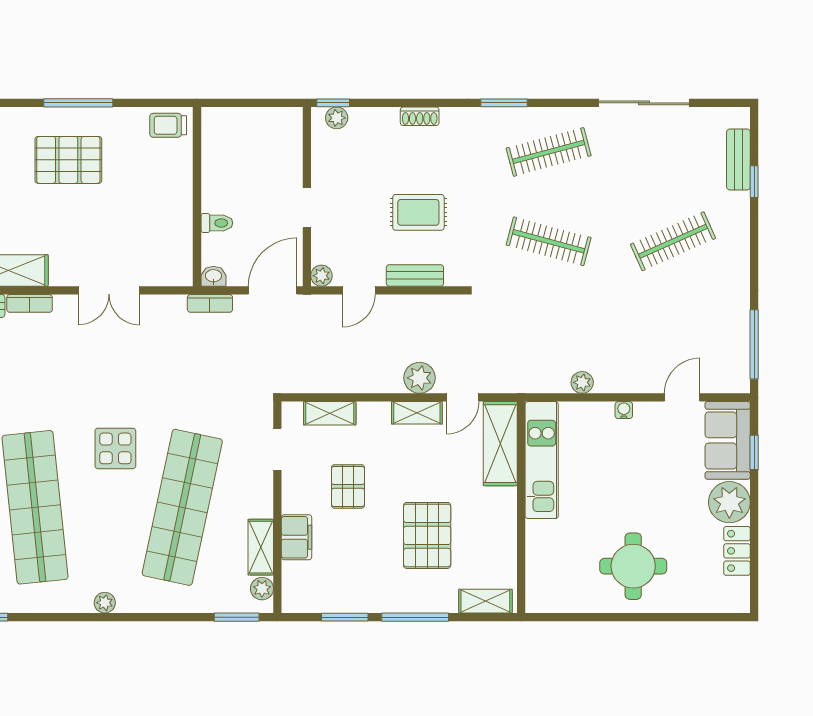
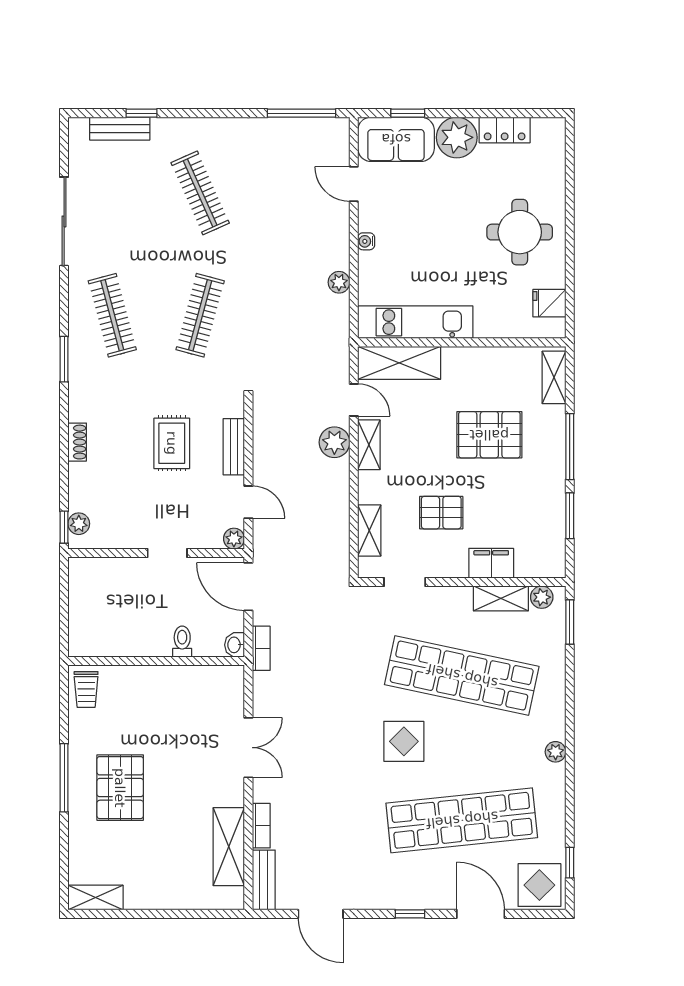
fridge: (561, 596) -> (549, 303), added

